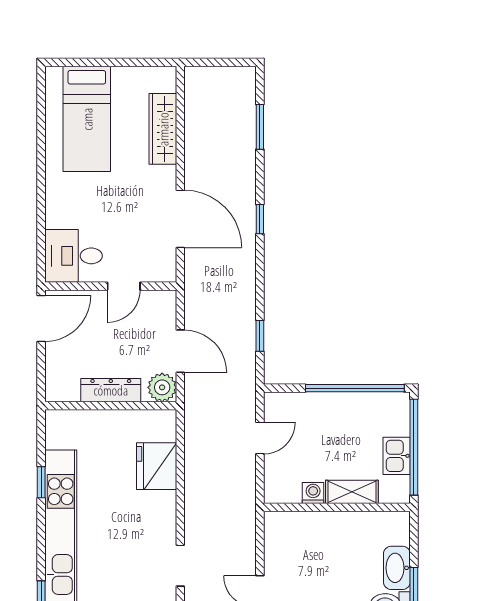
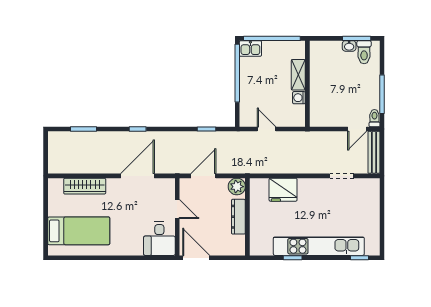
door: (180, 351) -> (203, 176), moved
kitchen sink: (397, 456) -> (250, 48), moved
washbasin: (397, 568) -> (349, 46), width x0.52, depth x0.69

